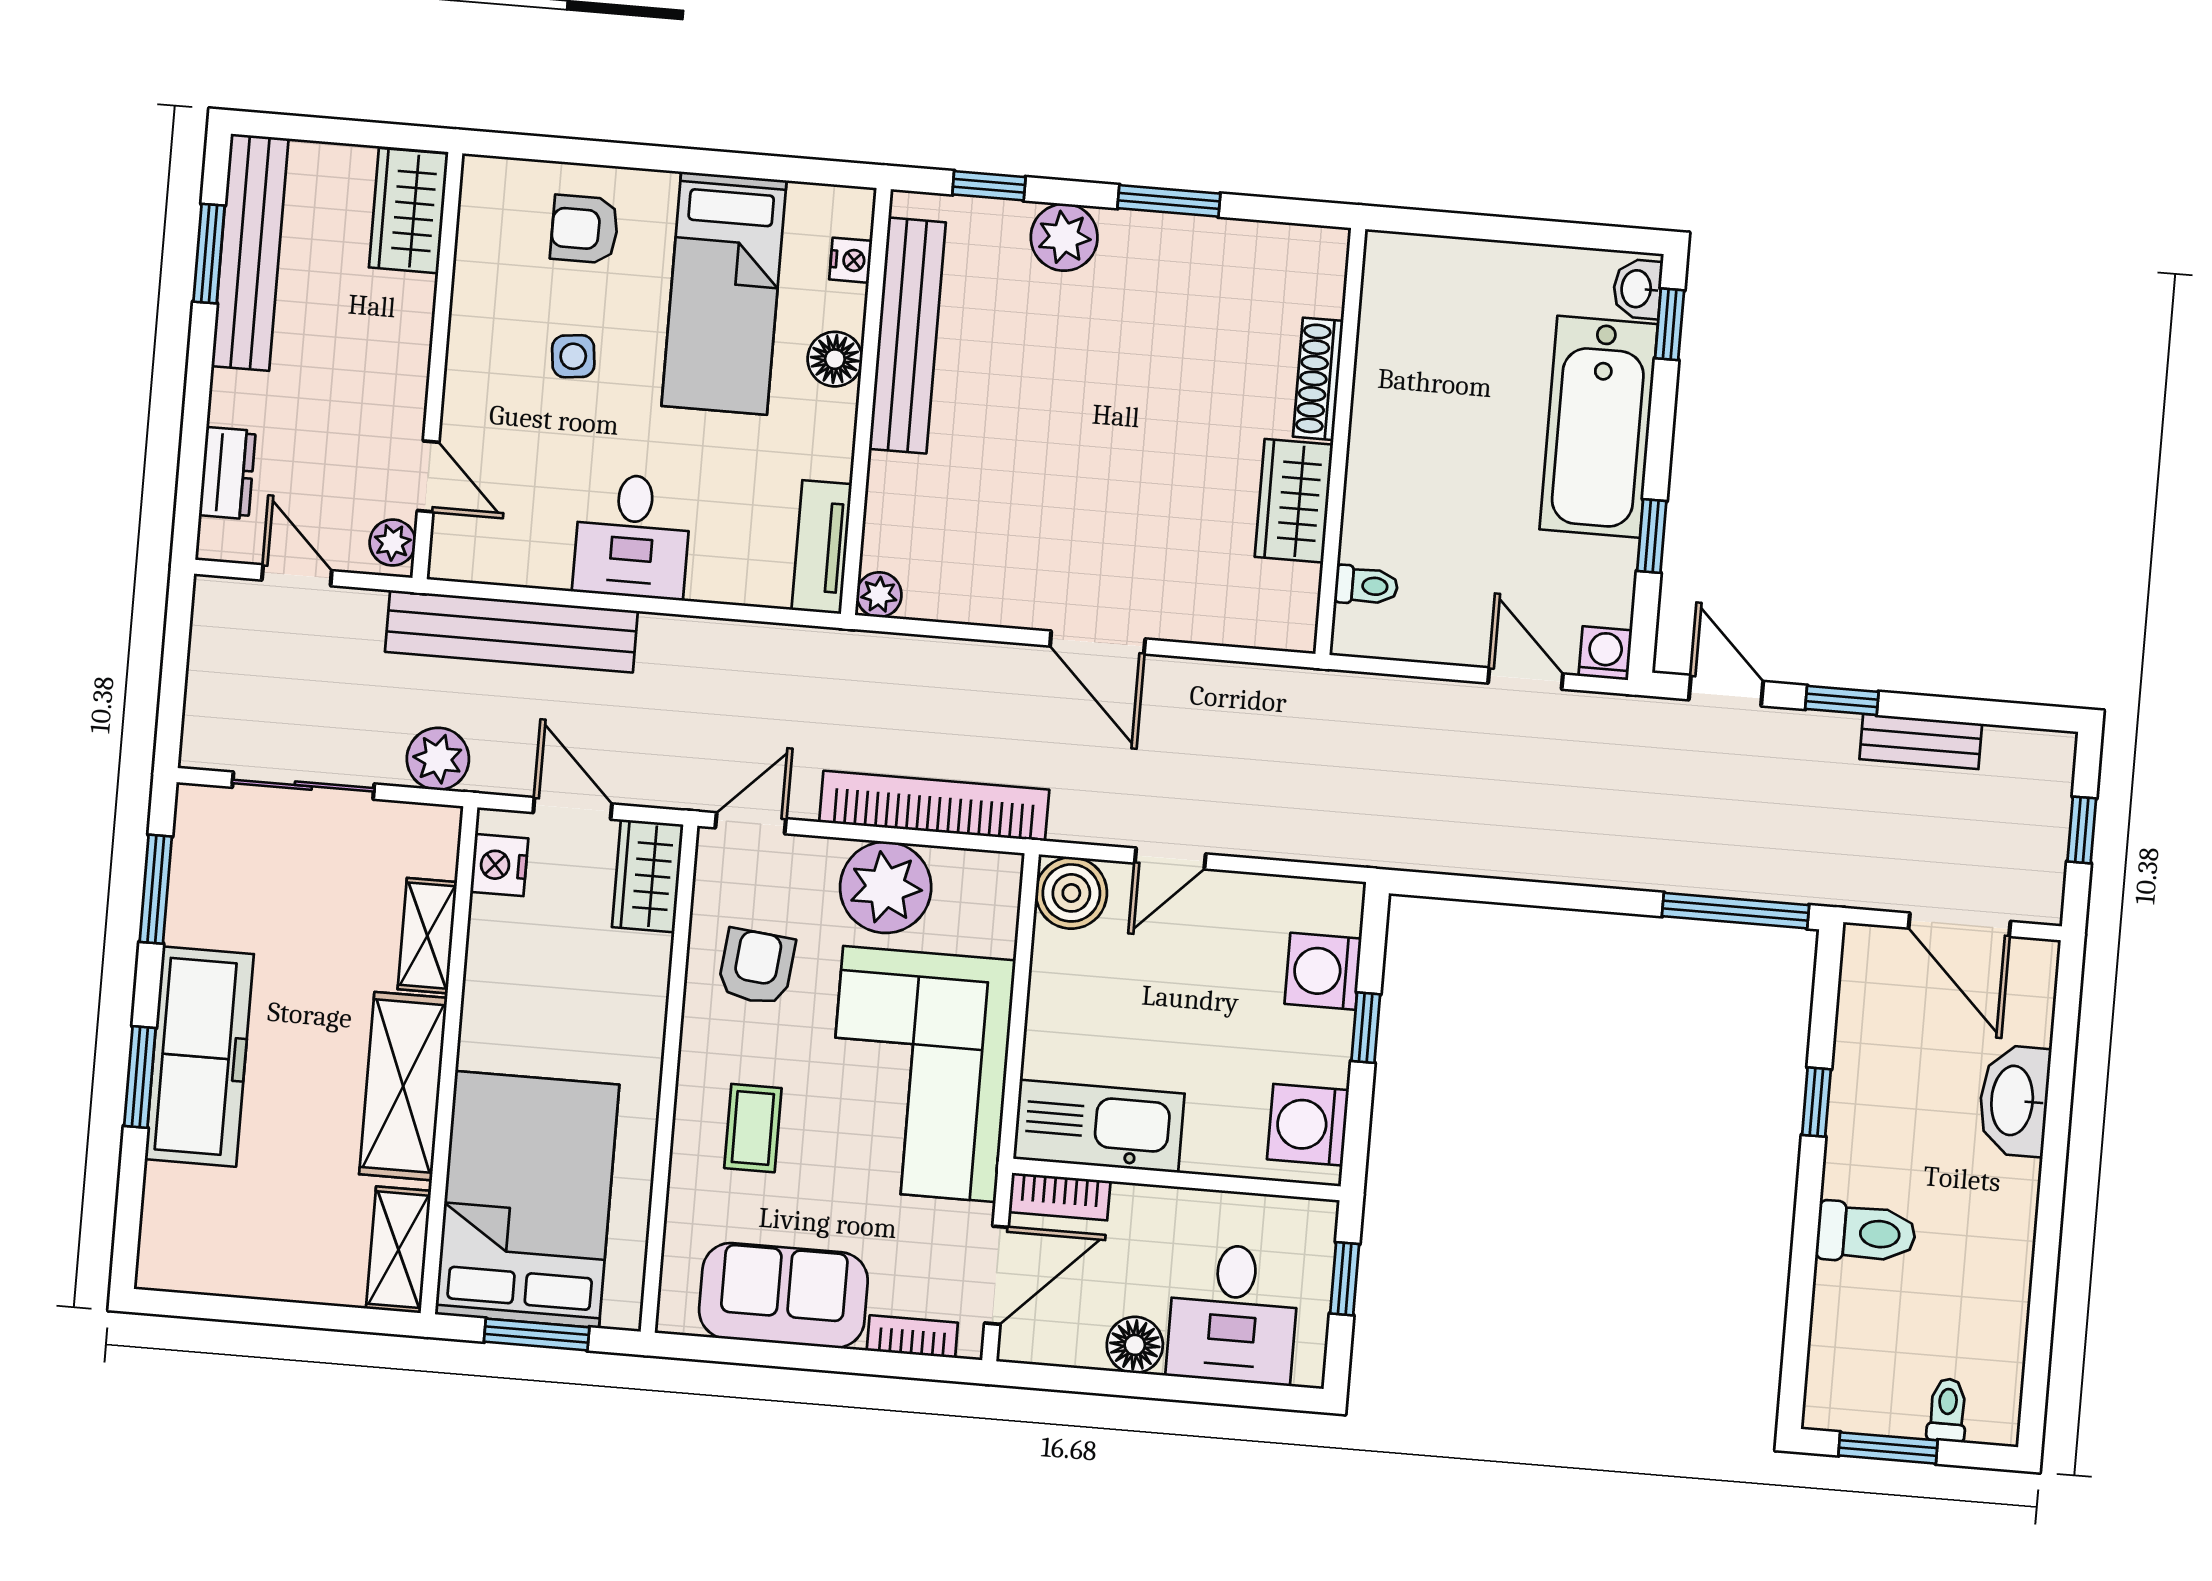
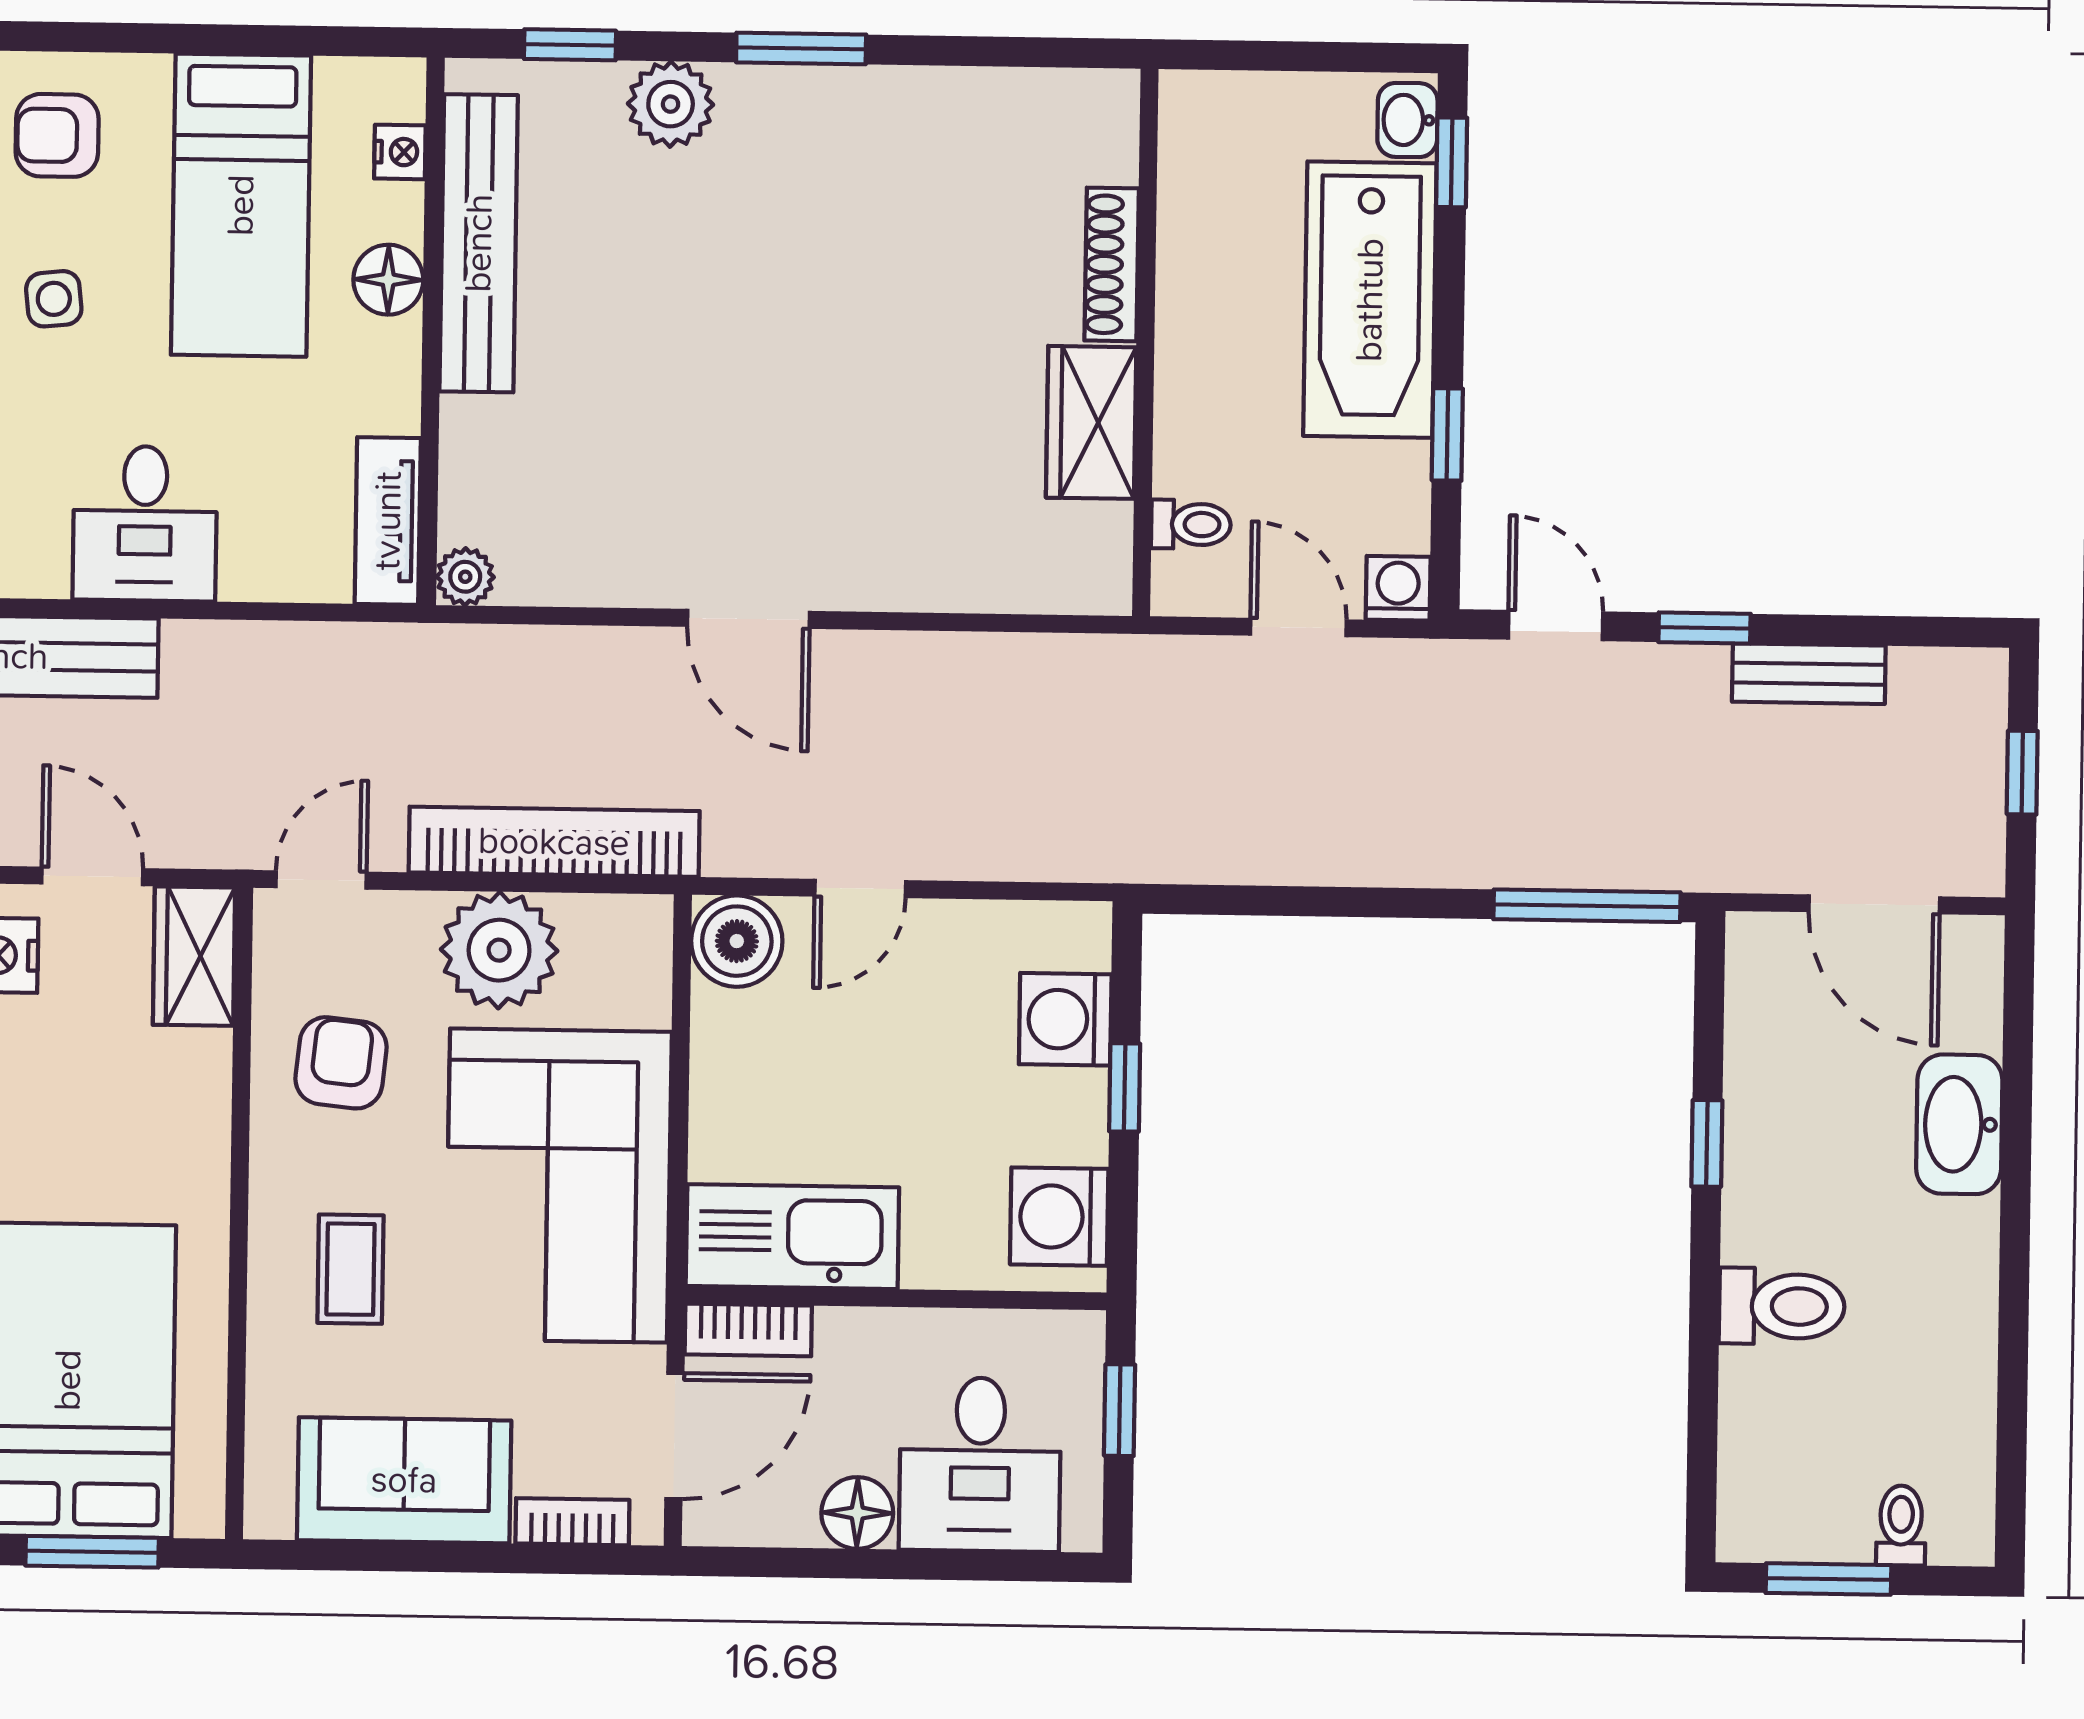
shoe rack: (1318, 379) -> (1112, 264), moved
wall: (1340, 441) -> (1145, 342), moved
wardrobe: (1294, 501) -> (1091, 422), moved
toilet: (1366, 586) -> (1191, 524), moved

